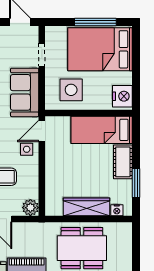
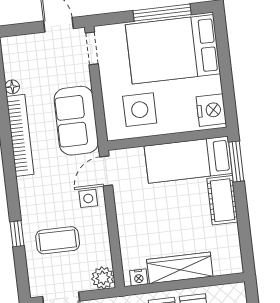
doorway: (42, 55) -> (92, 48), moved
window: (136, 183) -> (236, 162), moved
nightstand: (117, 210) -> (139, 277), moved

